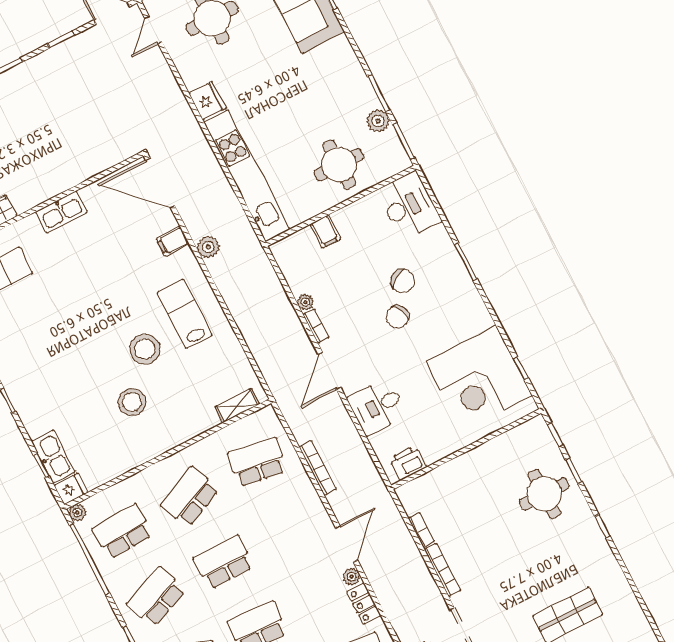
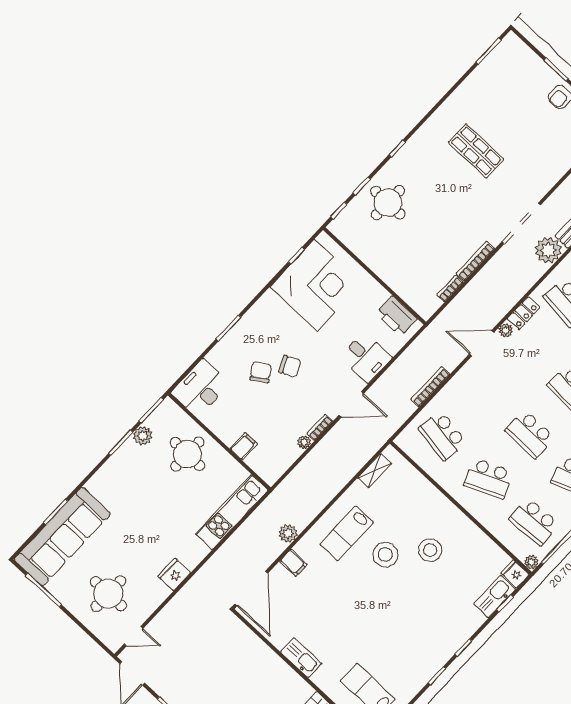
kitchen unit: (247, 176) -> (232, 512), width x0.73
shelving: (237, 405) -> (375, 471), moved, turned 90
printer: (408, 463) -> (397, 316), width x1.37, depth x1.19

